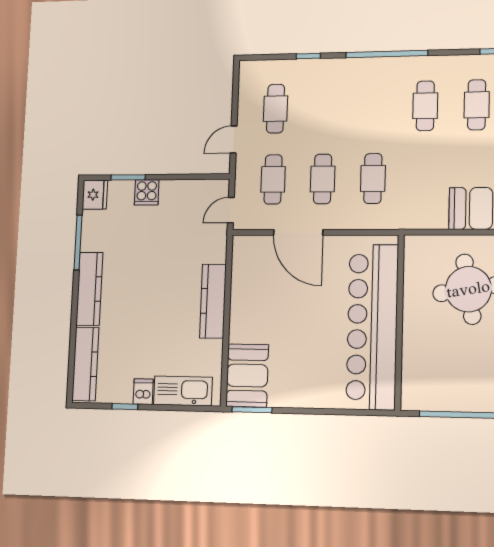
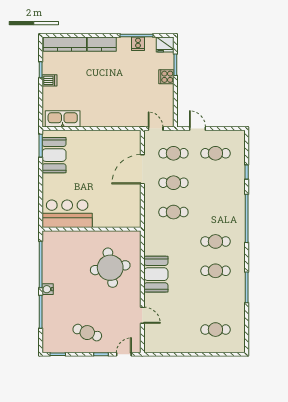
cooker: (91, 240) -> (138, 44), added
kitchen counter: (89, 289) -> (102, 44), width x0.67
kitchen counter: (213, 301) -> (102, 120), removed
bar counter: (372, 327) -> (67, 214), width x0.54
booth: (247, 375) -> (54, 155), moved, turned 90
kitchen sink: (183, 391) -> (63, 119), moved, turned -90

